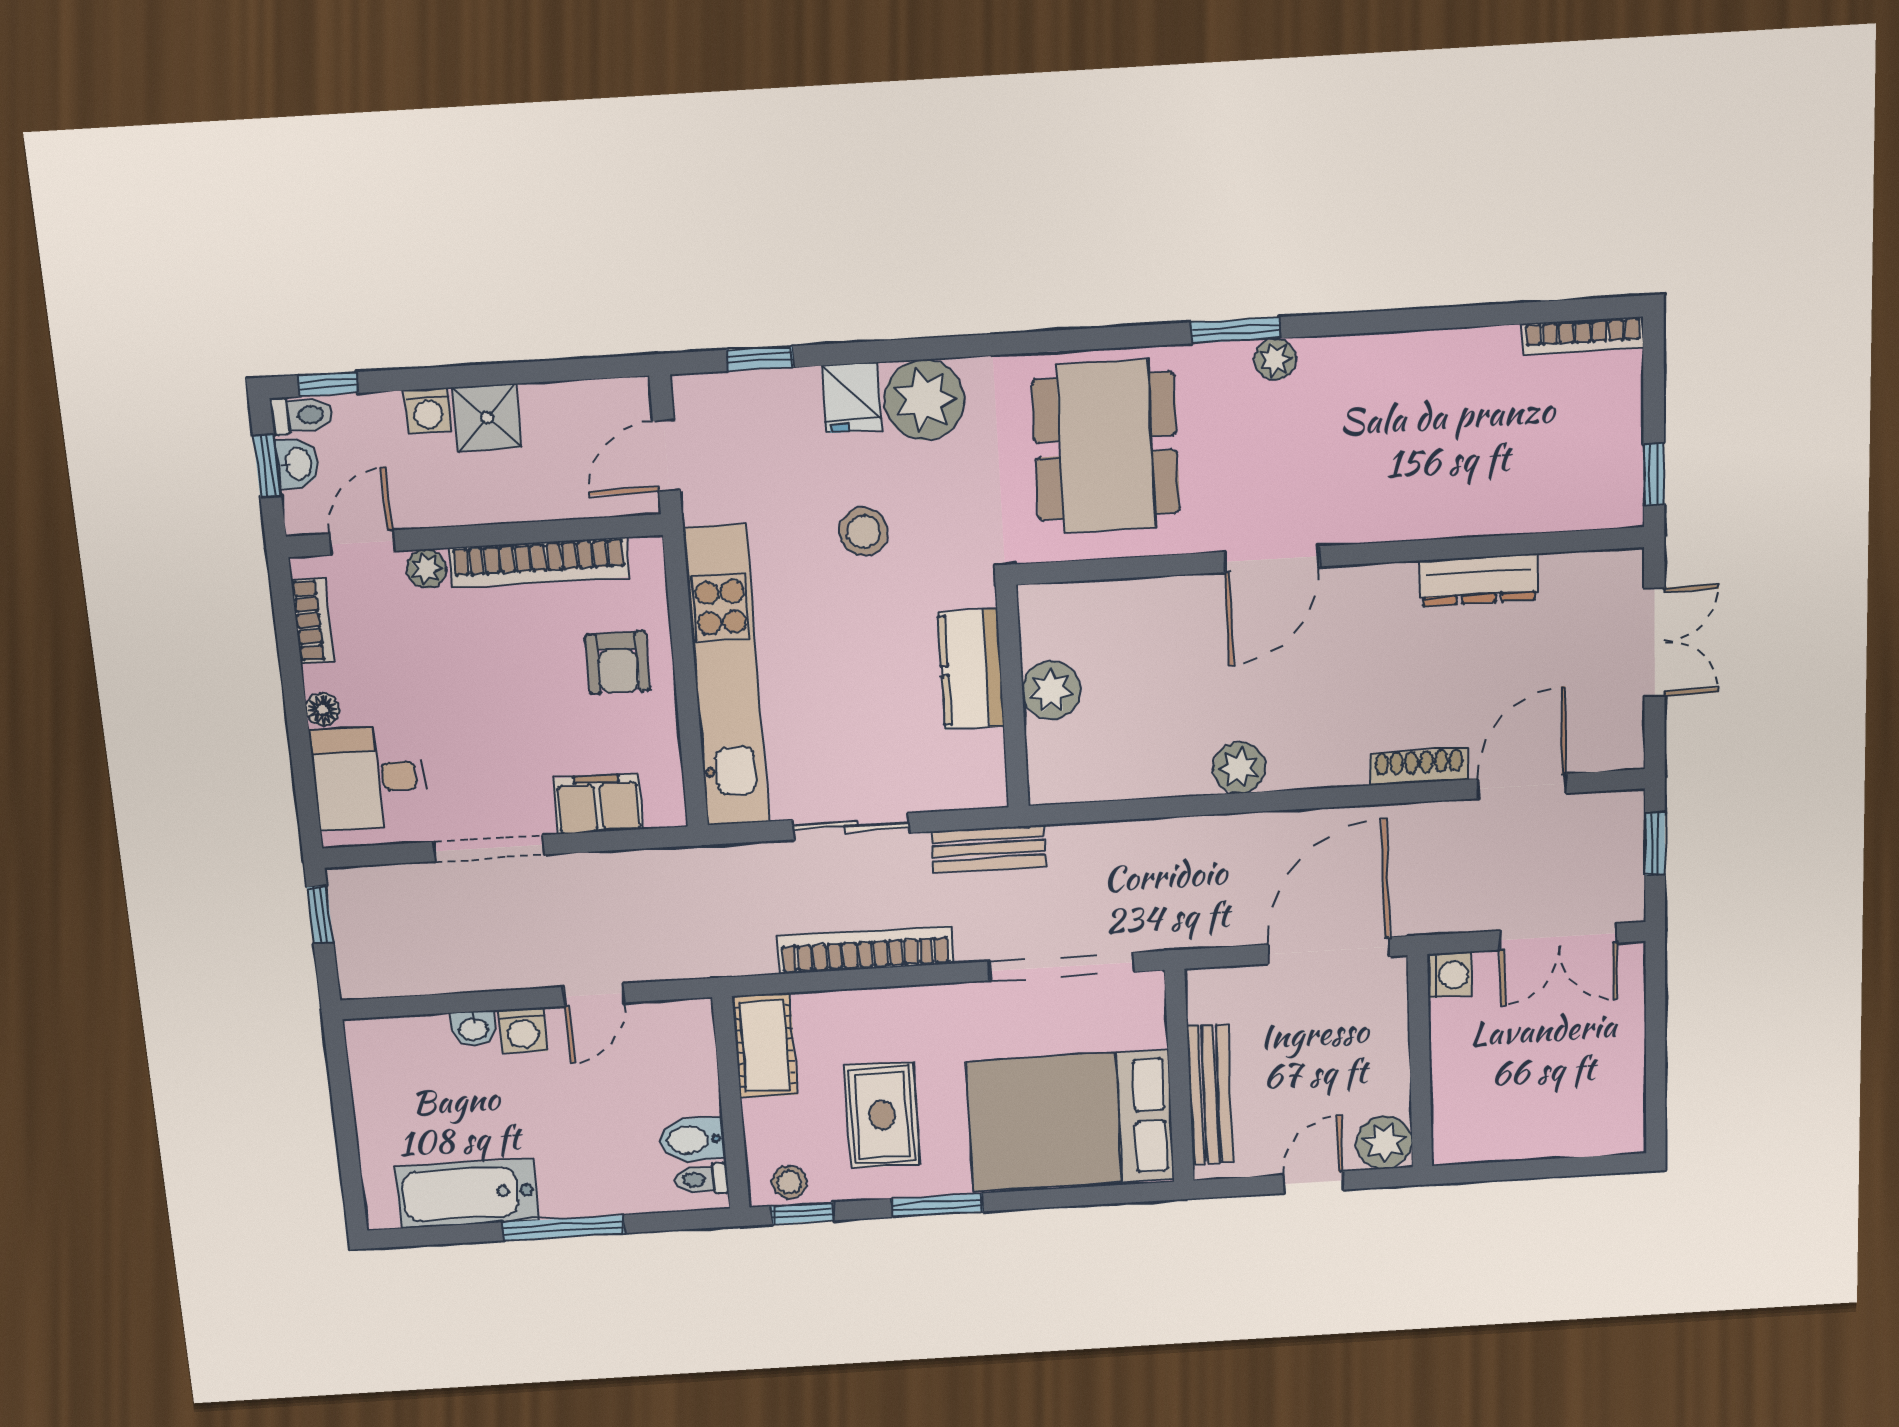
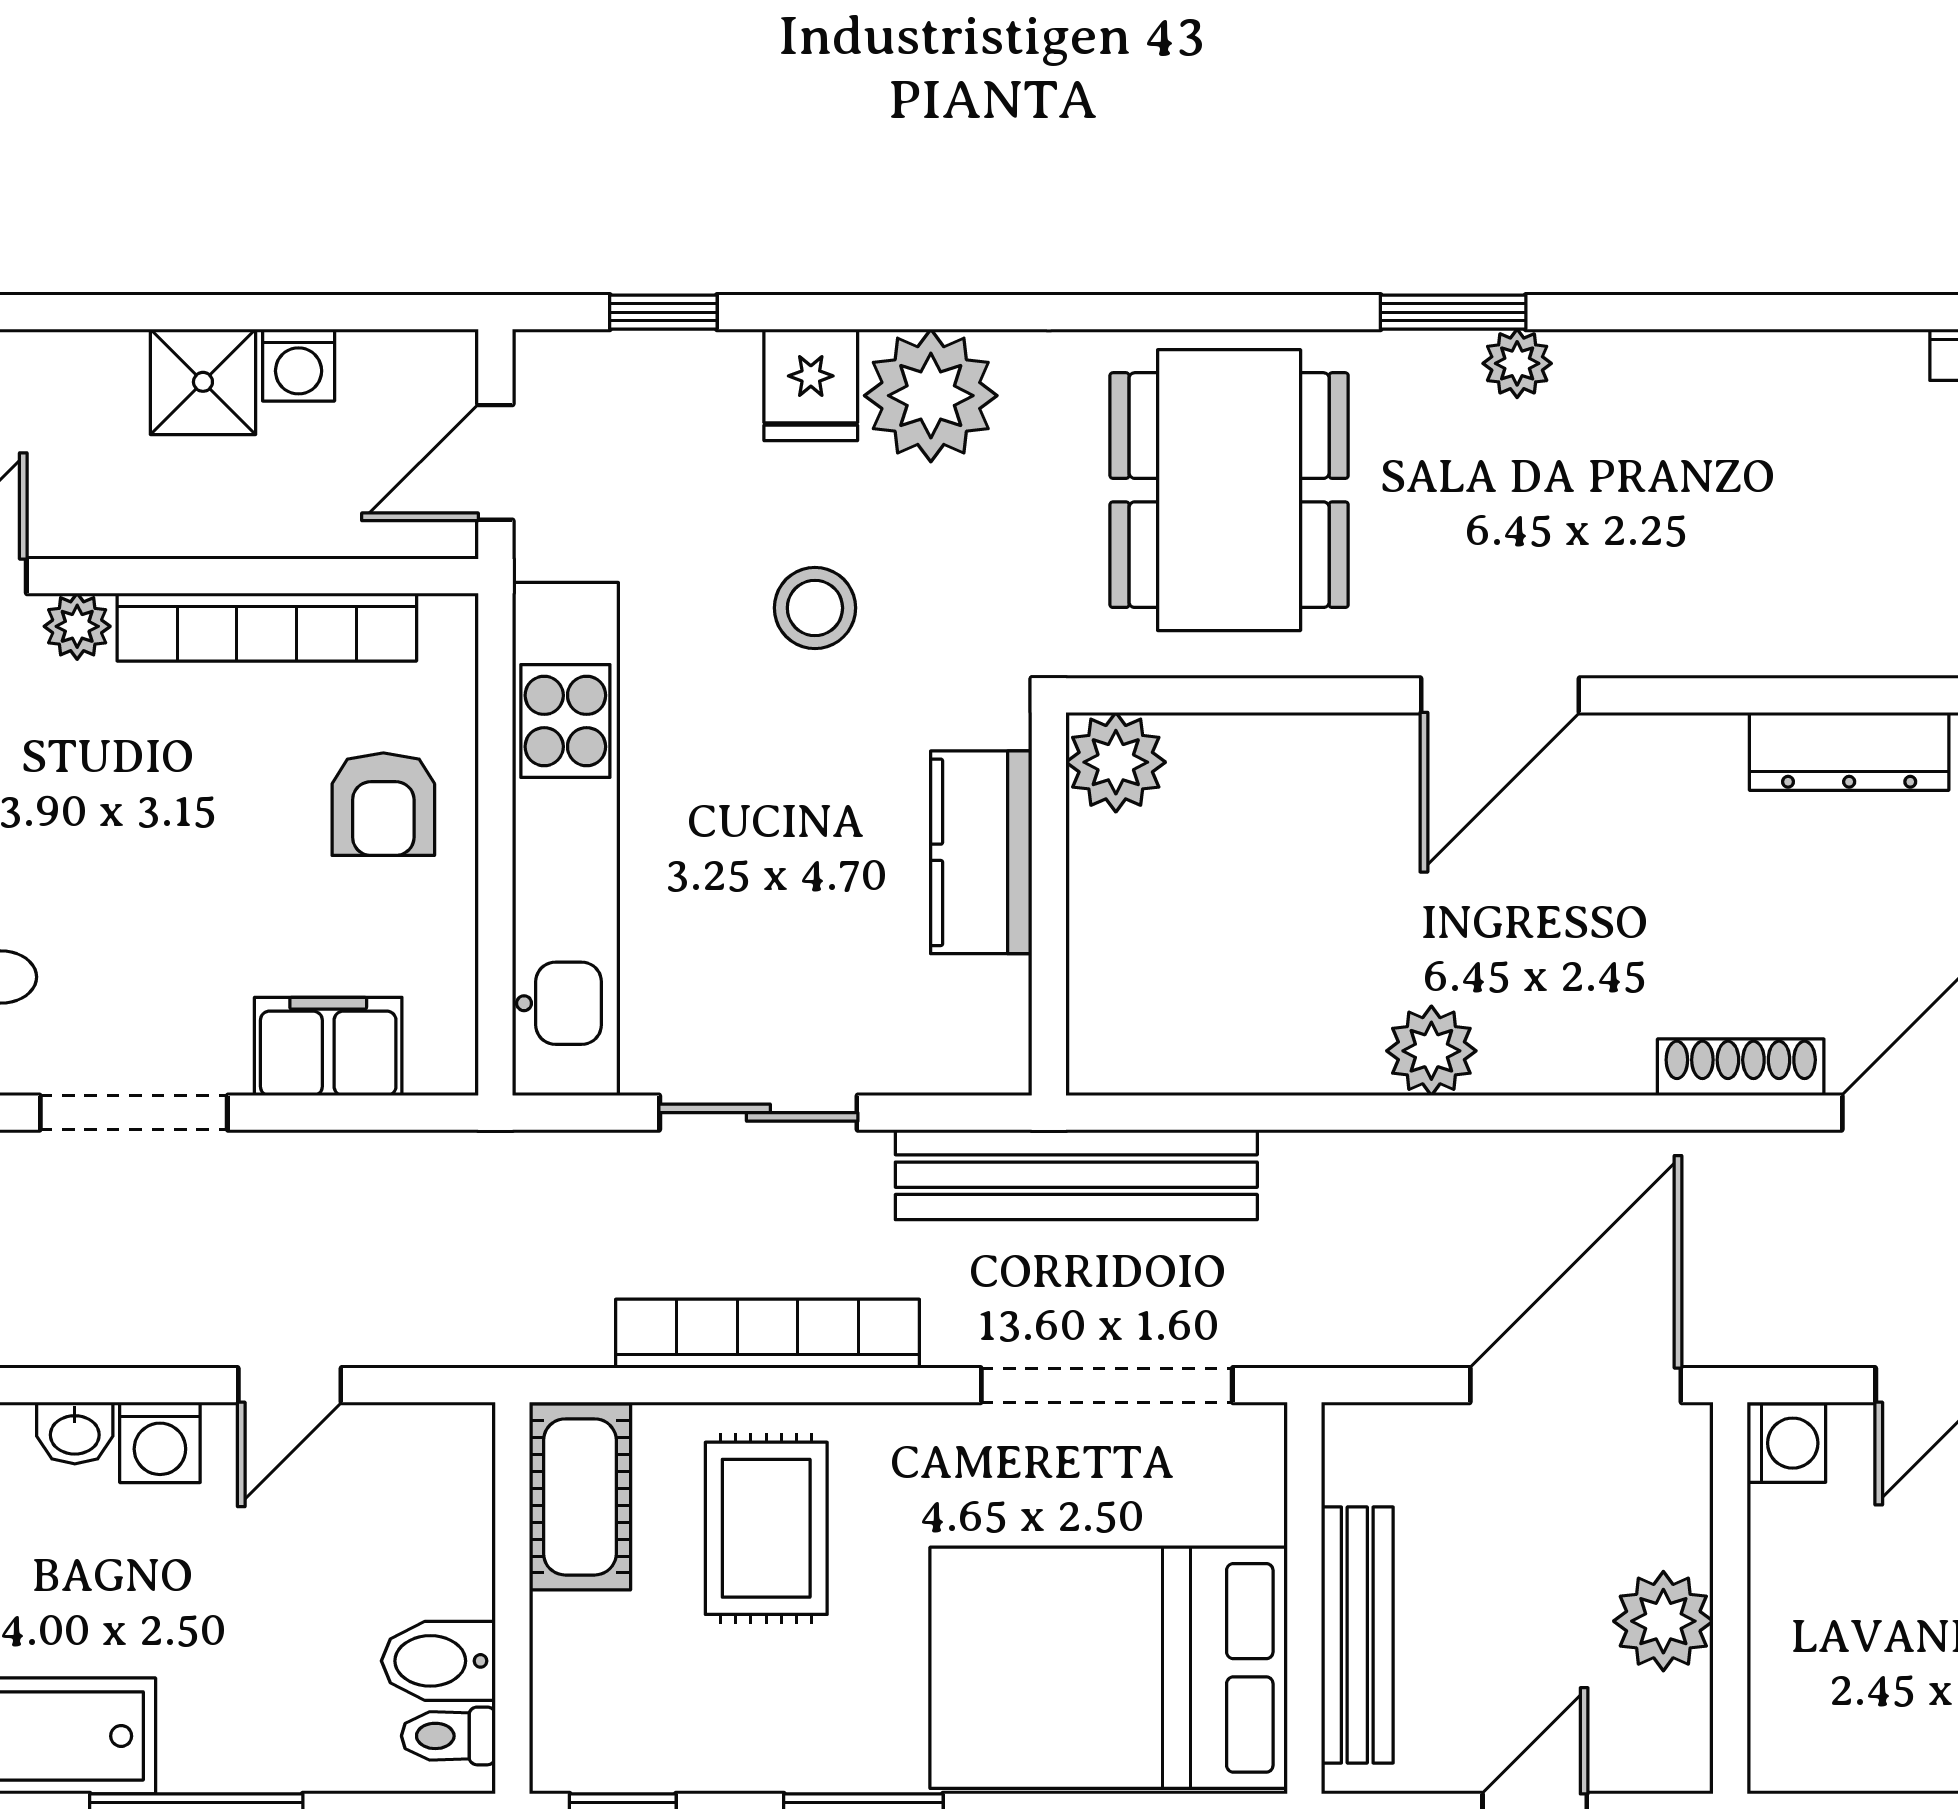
washing machine: (428, 411) -> (299, 365), moved
plant: (1051, 690) -> (1116, 762), moved
bench: (988, 849) -> (1076, 1175), width x1.86, depth x1.21
rug: (882, 1115) -> (766, 1528), moved
plant: (1384, 1142) -> (1663, 1621), moved
stool: (789, 1182) -> (604, 1751), removed

